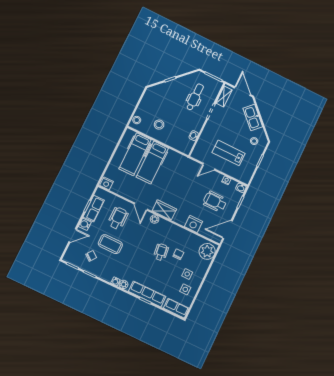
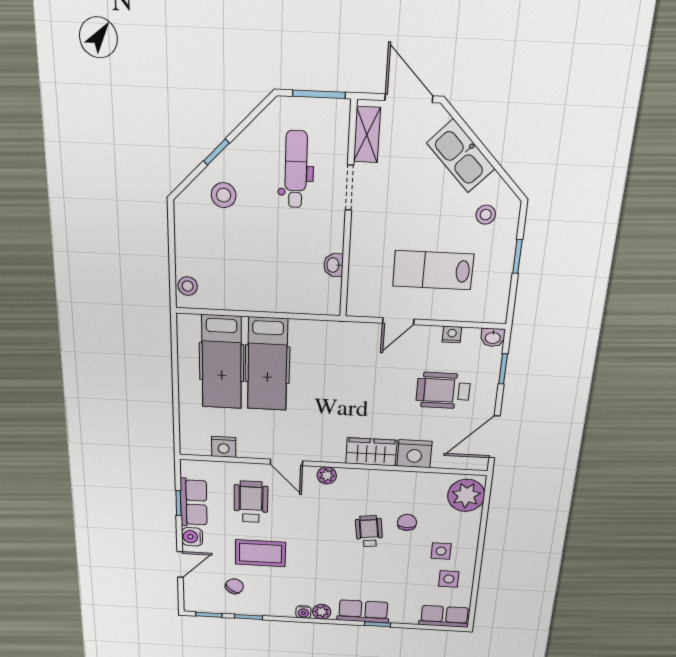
stool: (159, 125) -> (224, 195), moved
nightstand: (106, 183) -> (224, 447), moved
wardrobe: (164, 210) -> (371, 452), moved
row of seats: (147, 294) -> (363, 611), width x0.68

